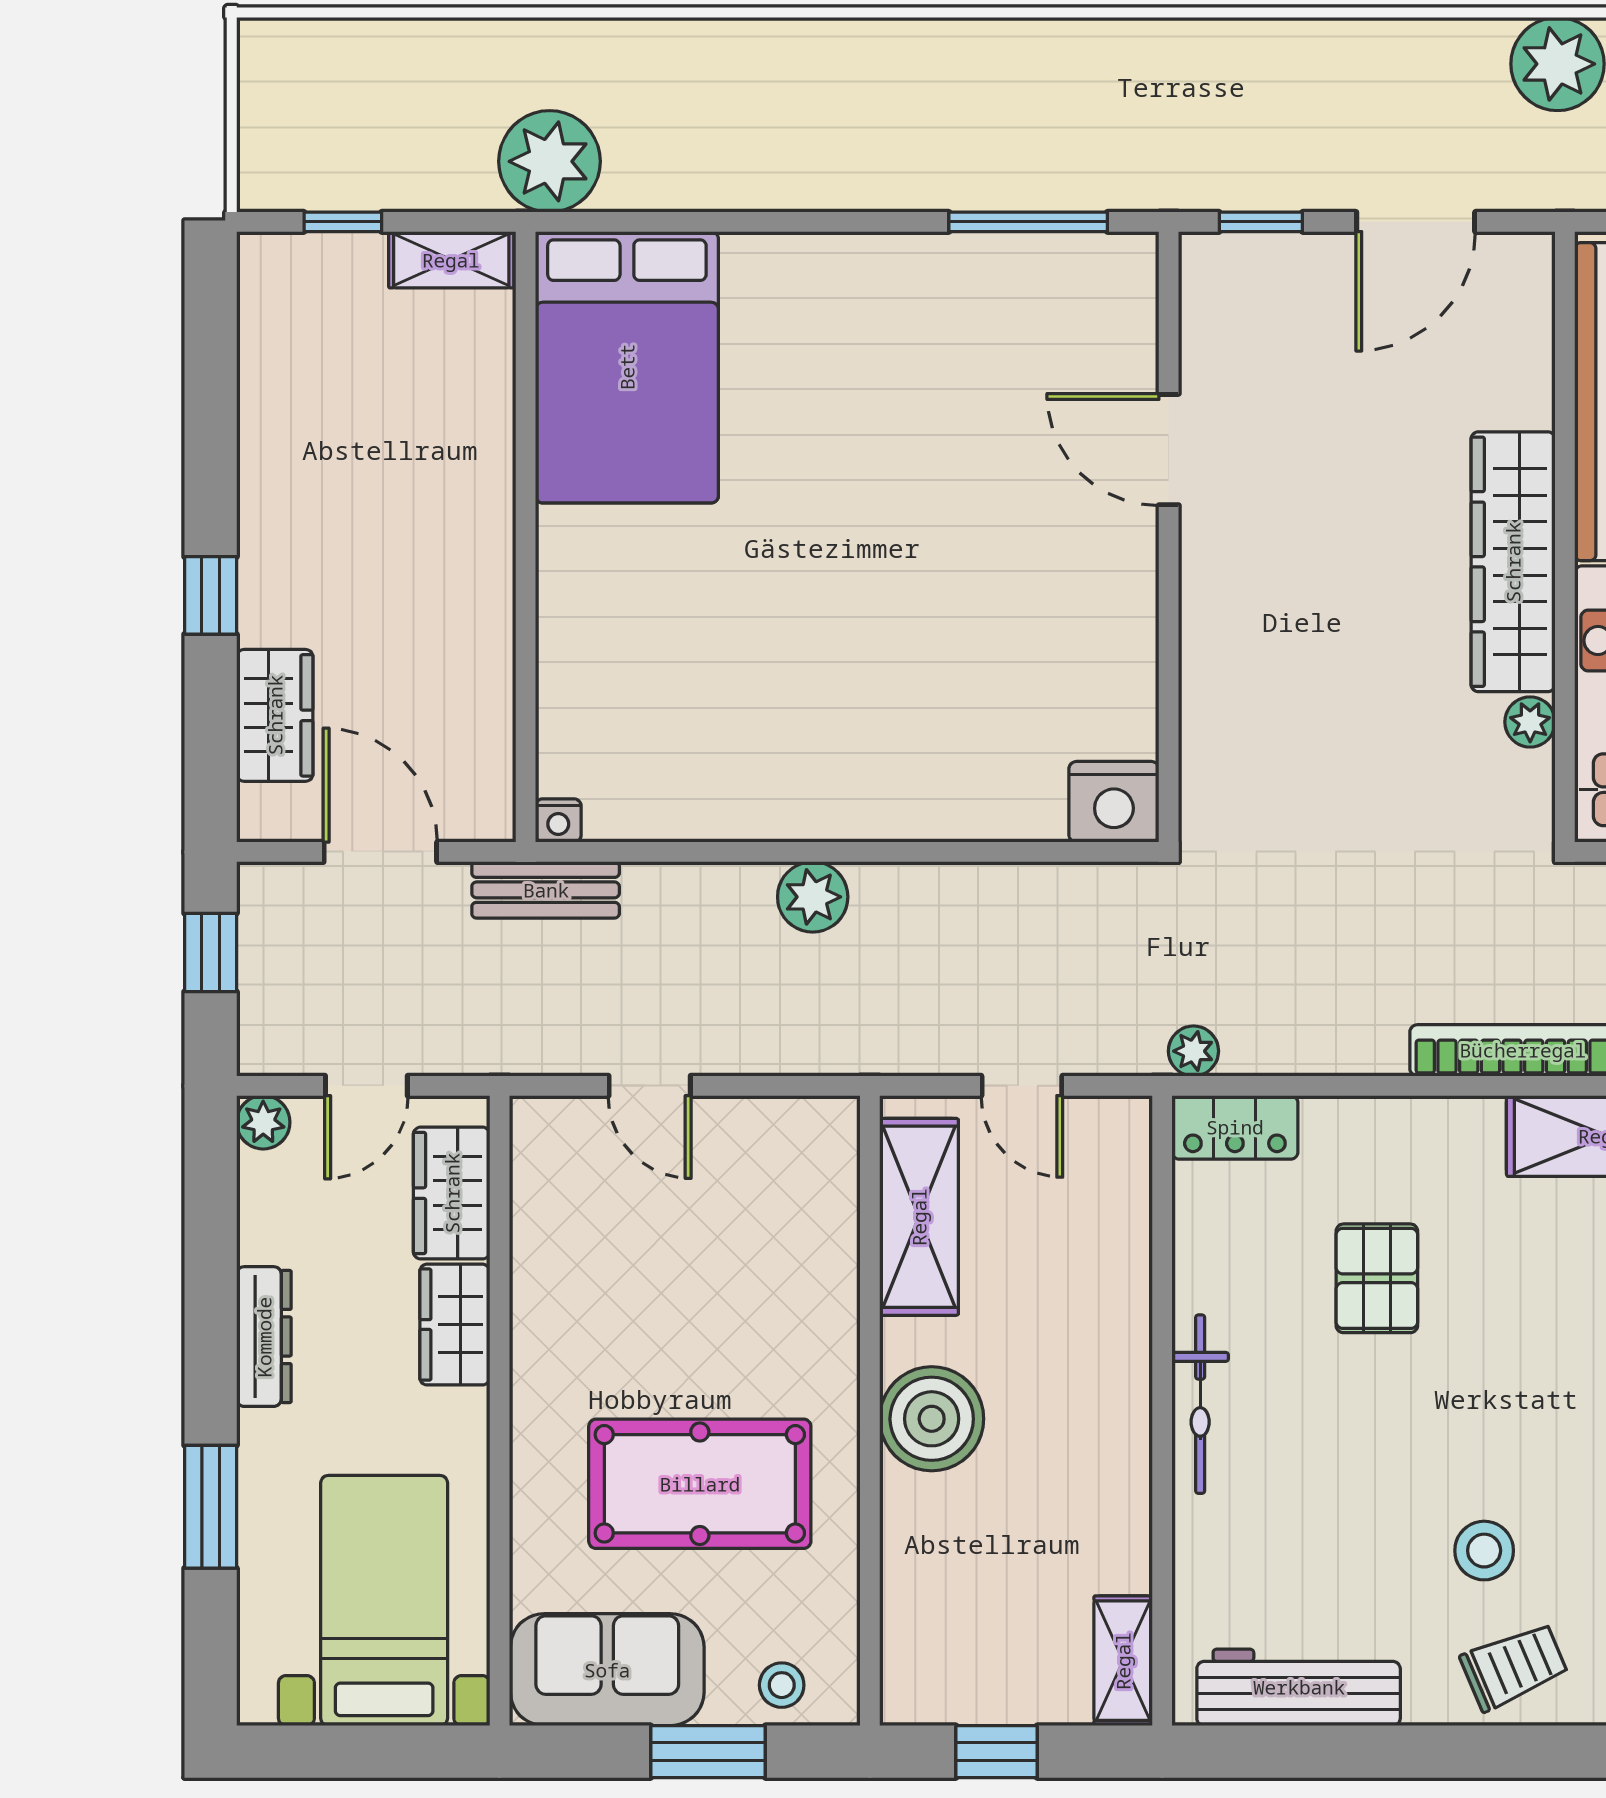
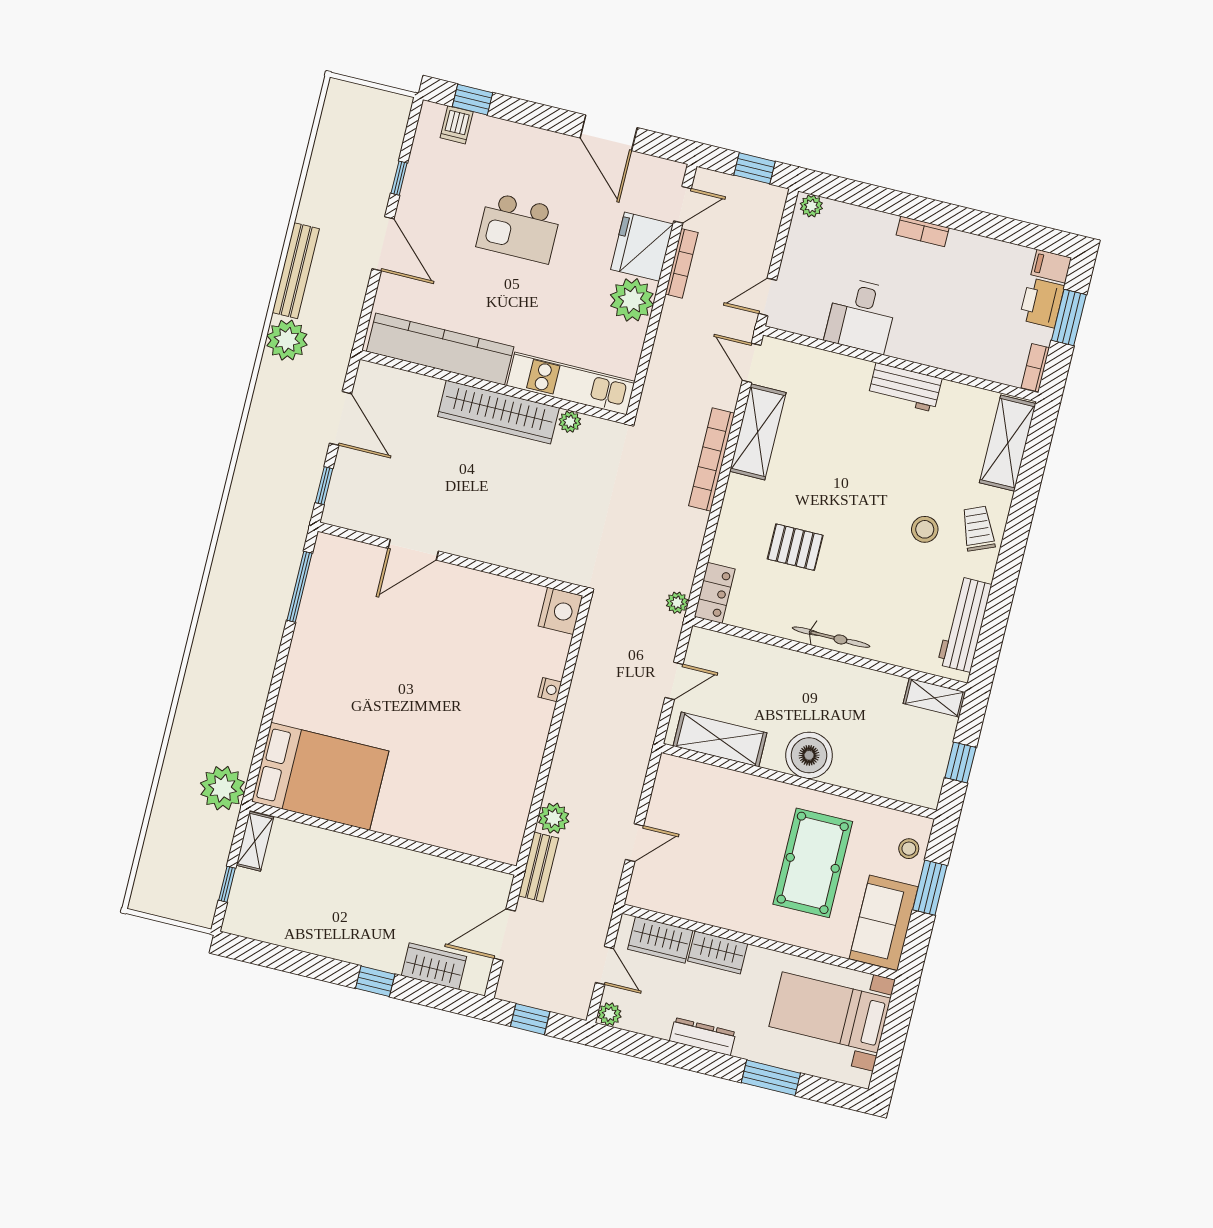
nightstand: (558, 821) -> (550, 690), moved
plant: (813, 897) -> (554, 818), moved

